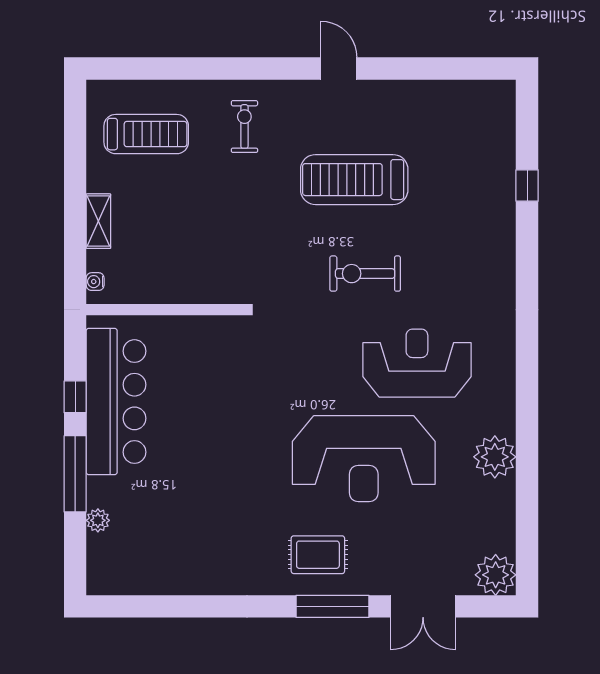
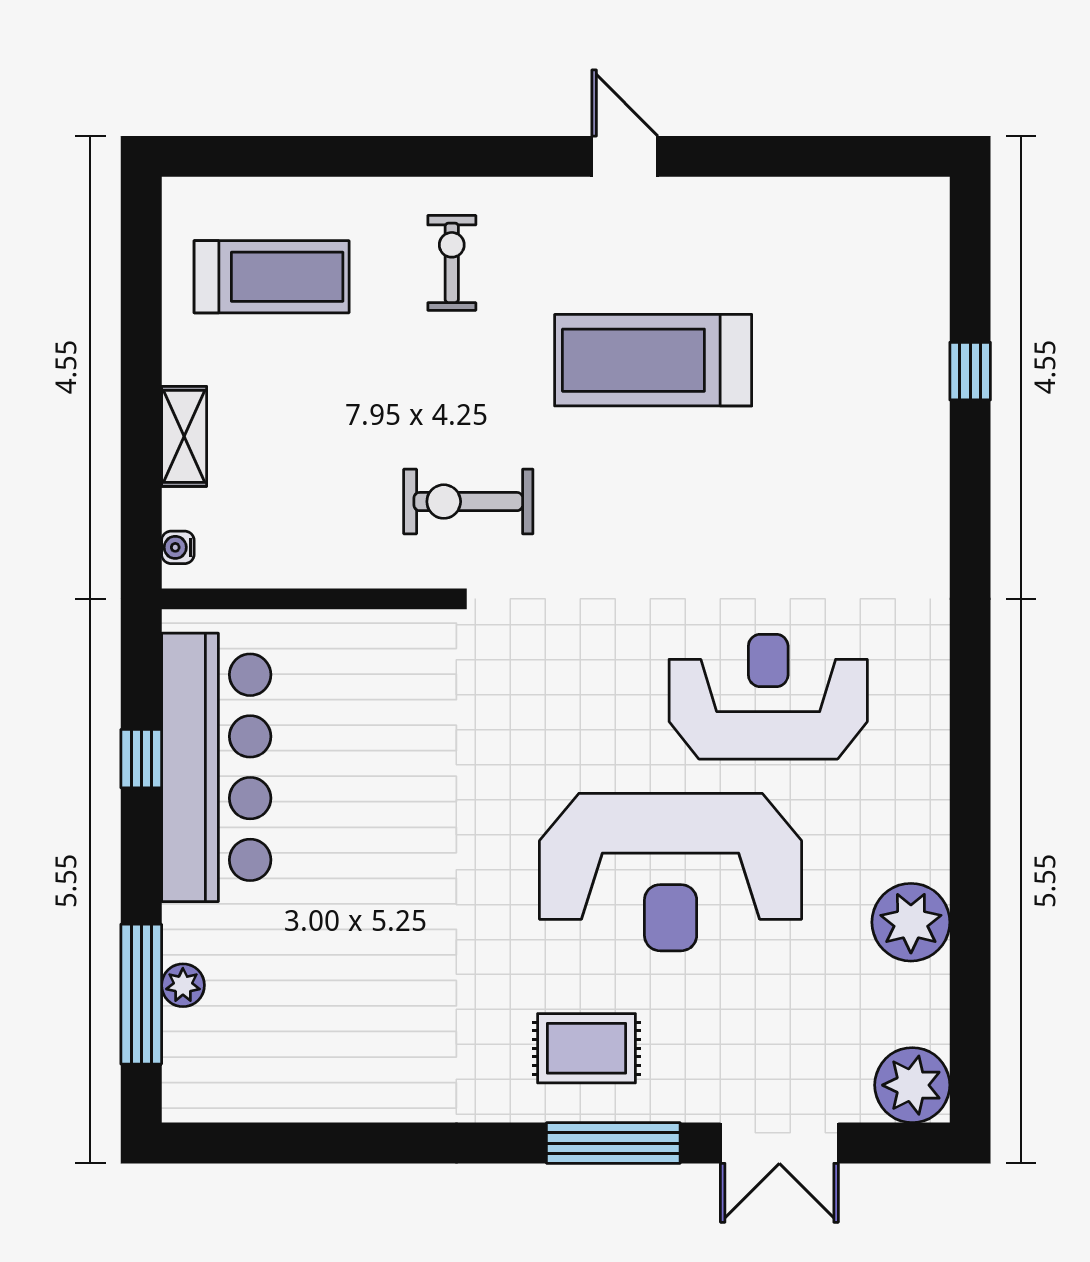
exercise bike: (365, 274) -> (468, 502), moved
plant: (495, 457) -> (911, 922), moved
window: (75, 474) -> (141, 994), moved

